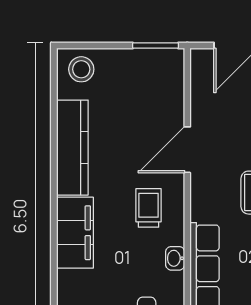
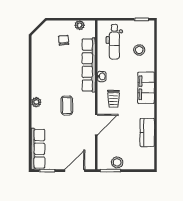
stool: (81, 69) -> (117, 162), moved
kitchen counter: (72, 148) -> (147, 132), width x0.67

